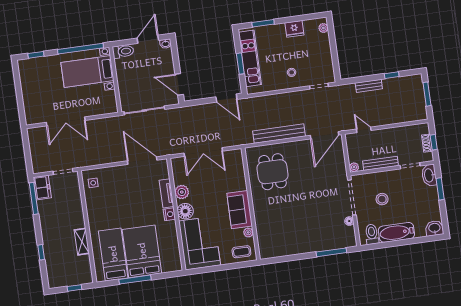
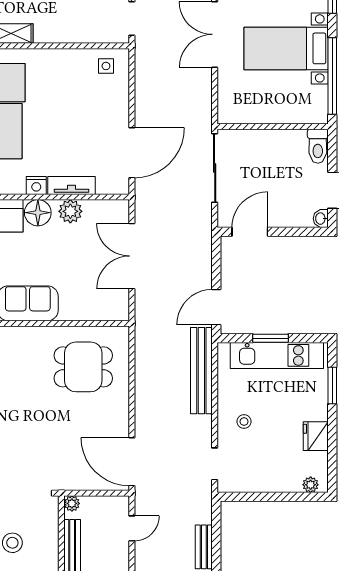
bed with nightstands: (87, 71) -> (286, 48), moved, turned -90
bench: (279, 134) -> (201, 371), moved

